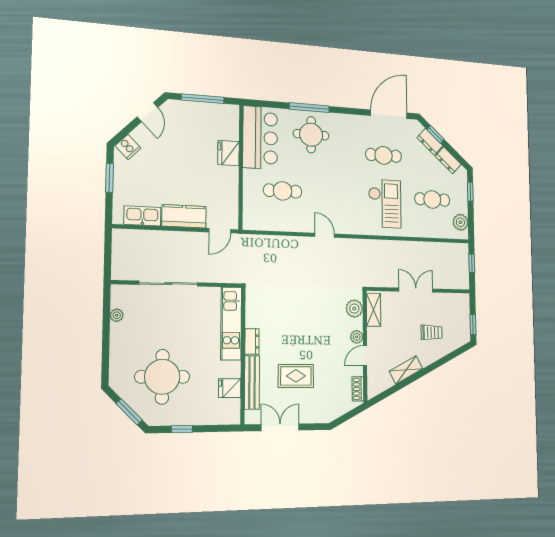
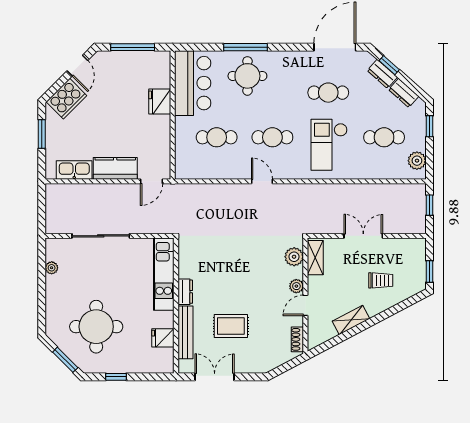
cooker: (128, 147) -> (66, 99), width x1.87, depth x1.31
cafe table: (334, 194) -> (272, 137), added
checkout: (385, 204) -> (329, 145), turned 180

